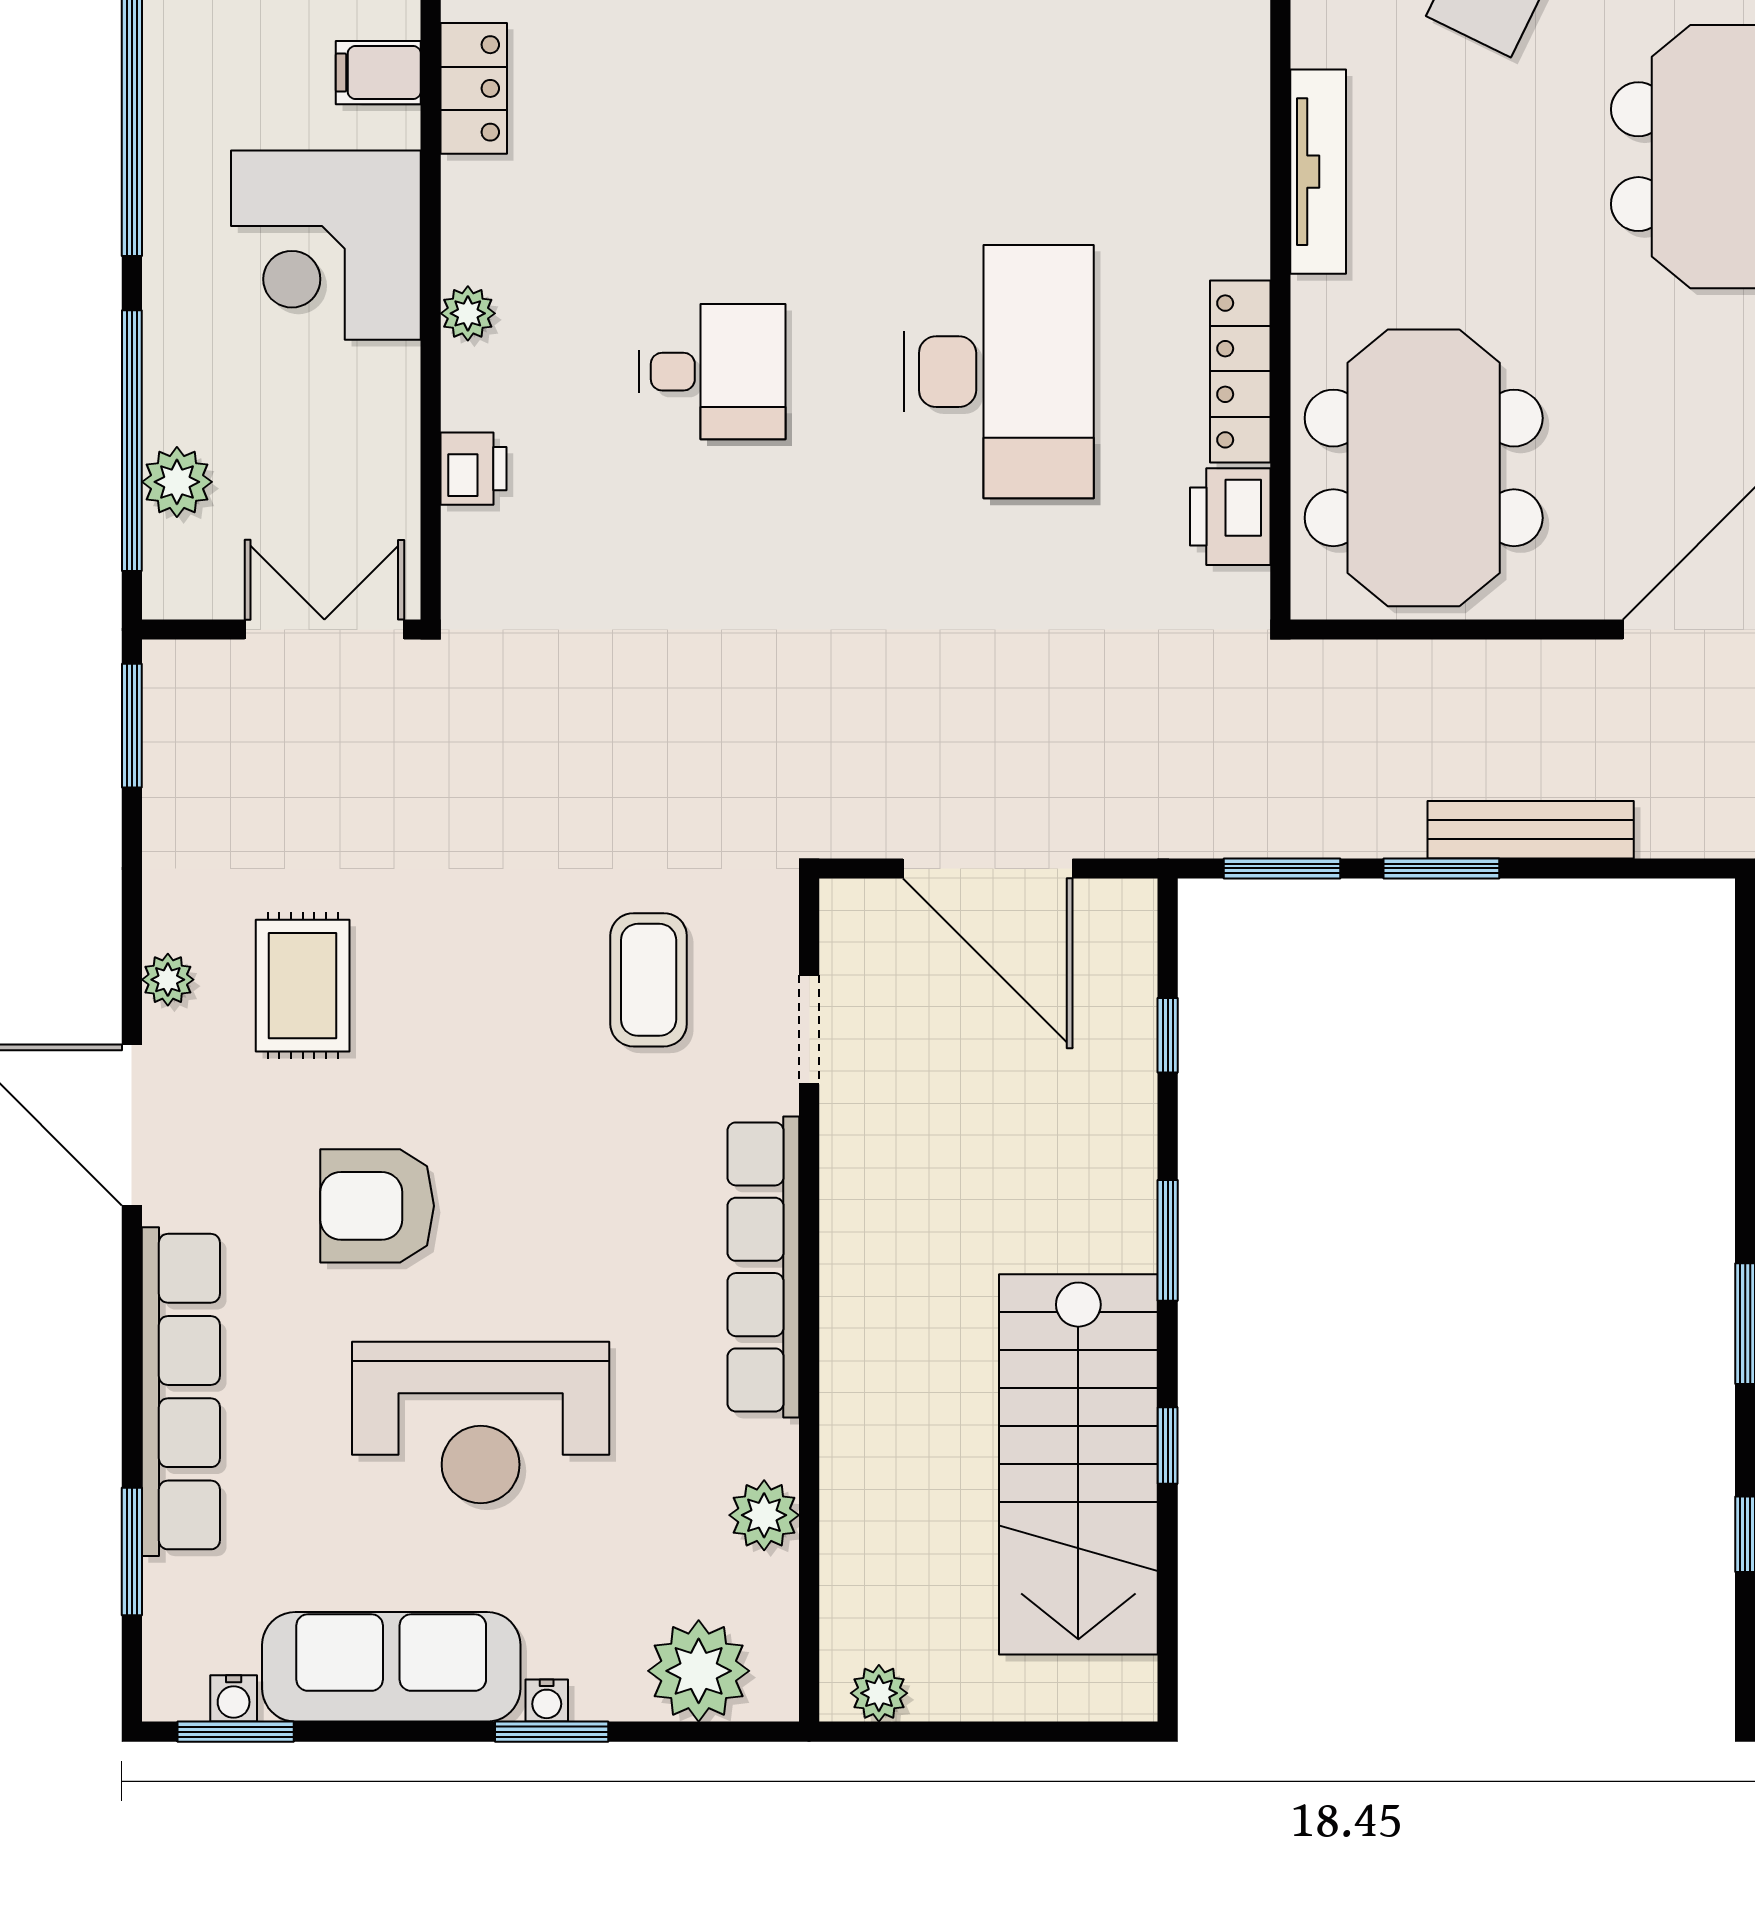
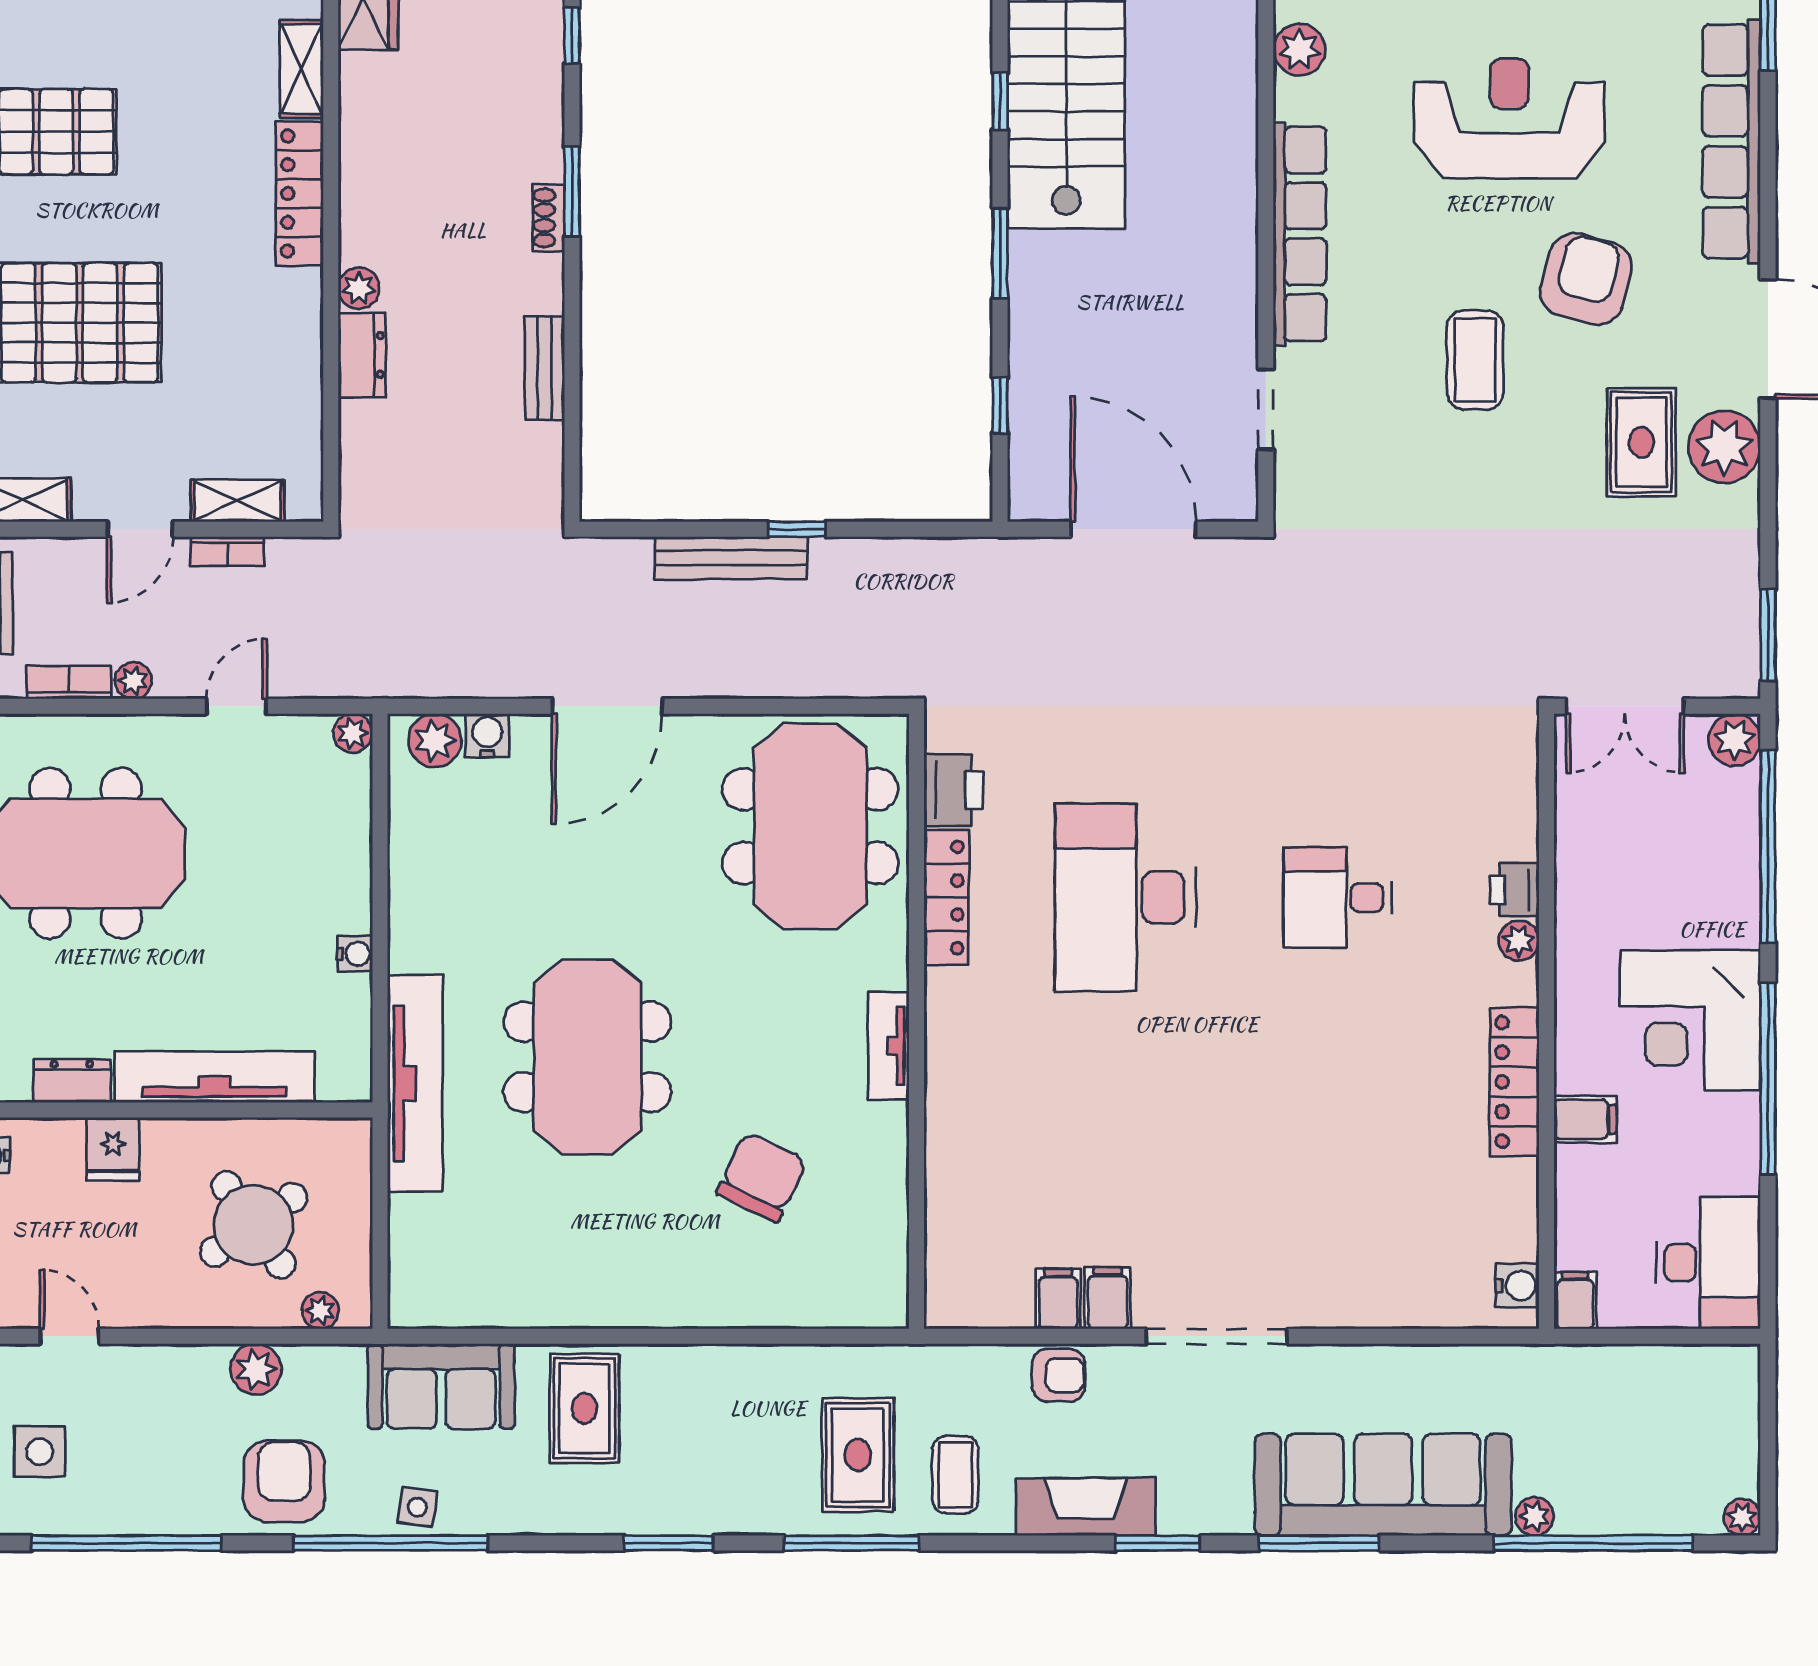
locker: (474, 88) -> (1514, 1082), width x1.53
tv unit: (1318, 172) -> (888, 1046), width x0.71
corner desk: (326, 245) -> (1690, 1020), moved, turned 180
printer: (474, 469) -> (1515, 890), moved
plant: (177, 482) -> (1734, 740), moved
window: (1282, 868) -> (915, 529), removed
window: (1441, 868) -> (797, 529), width x0.67
plant: (168, 980) -> (1724, 447), width x1.88, depth x1.88
coffee table: (649, 980) -> (1475, 360), moved
armchair: (377, 1206) -> (1586, 279), turned -75

